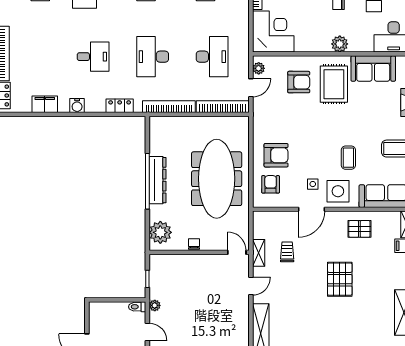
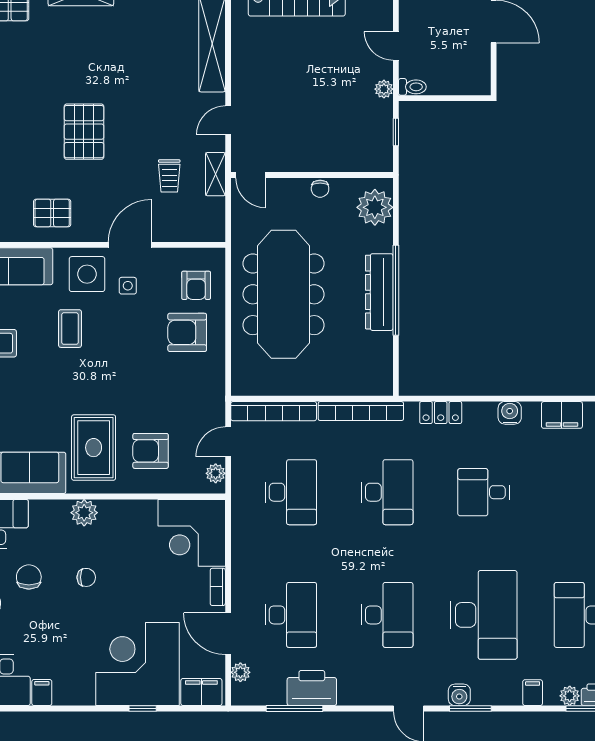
desk: (212, 57) -> (291, 492), turned 180

